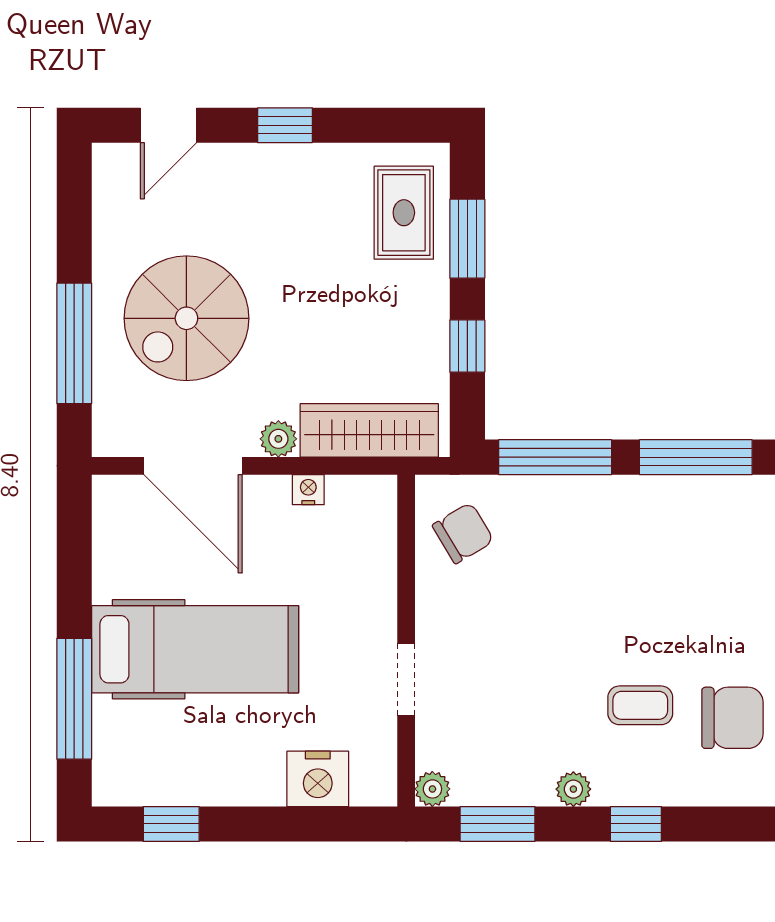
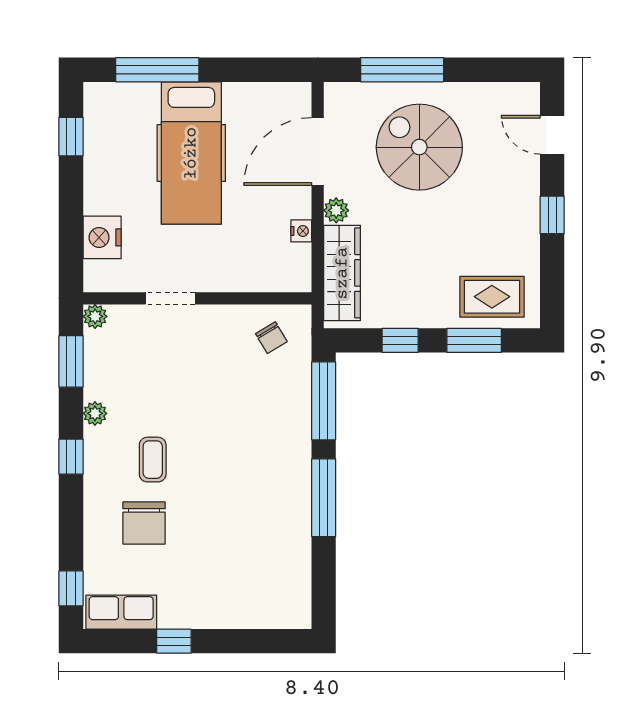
chair: (463, 533) -> (271, 338), width x0.73, depth x0.73

